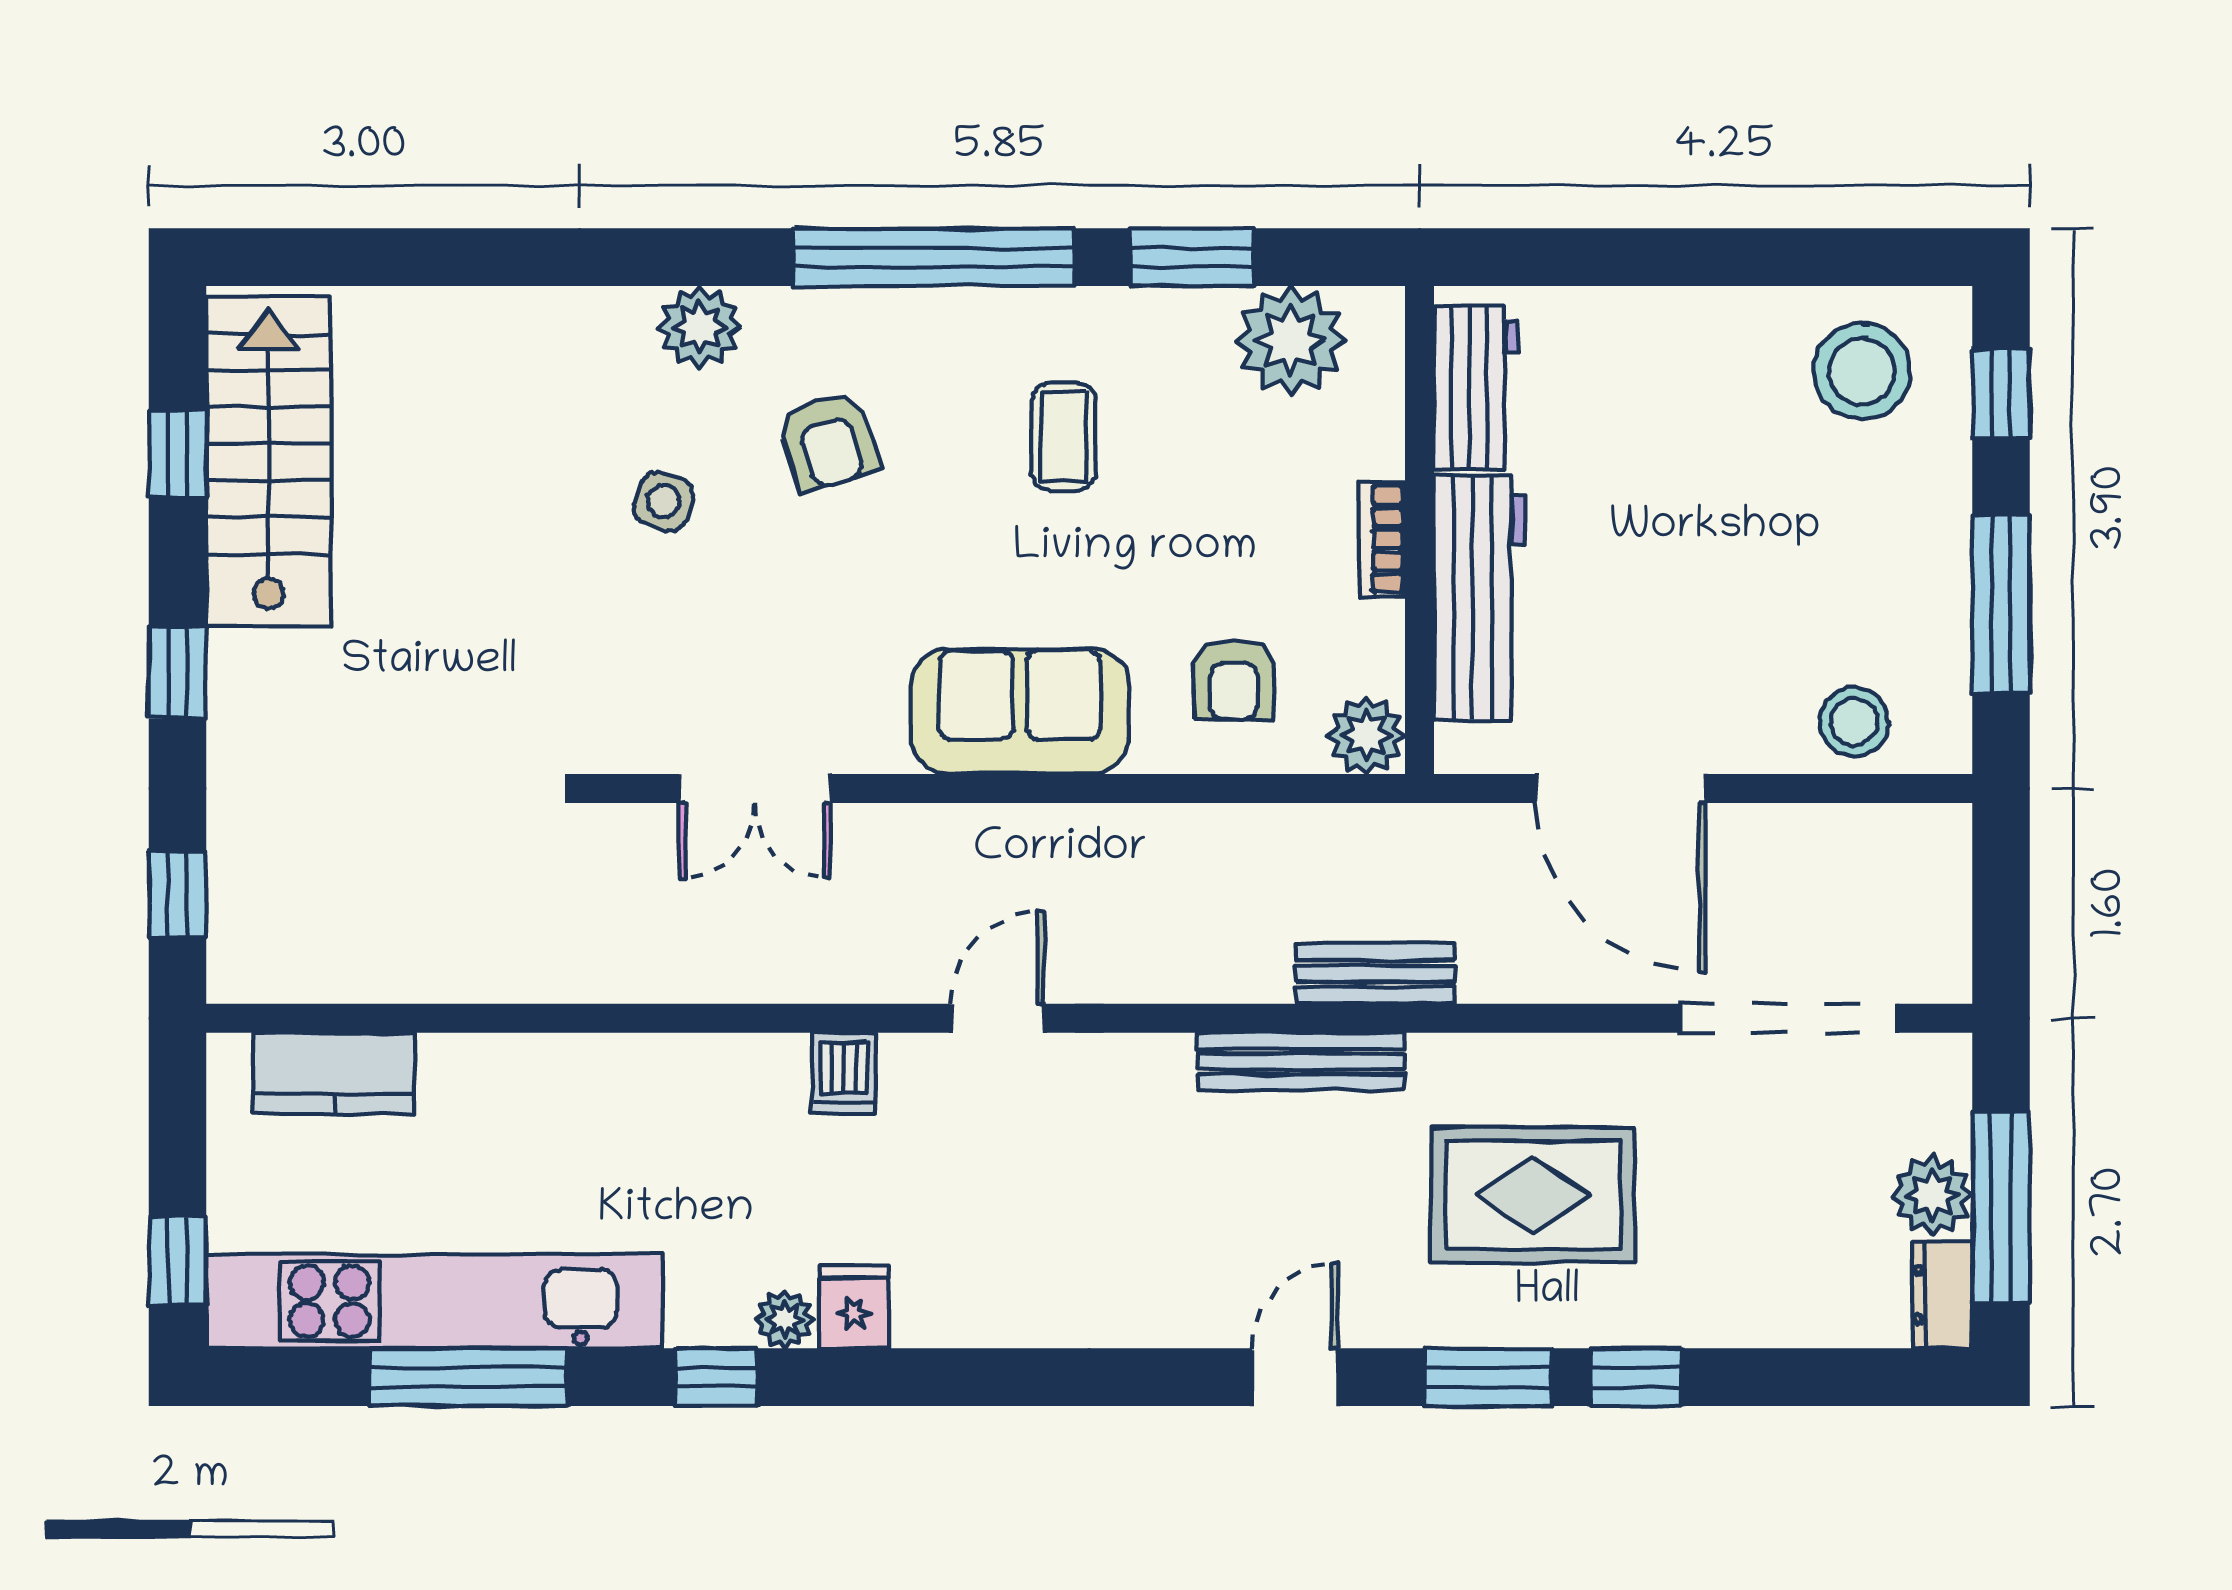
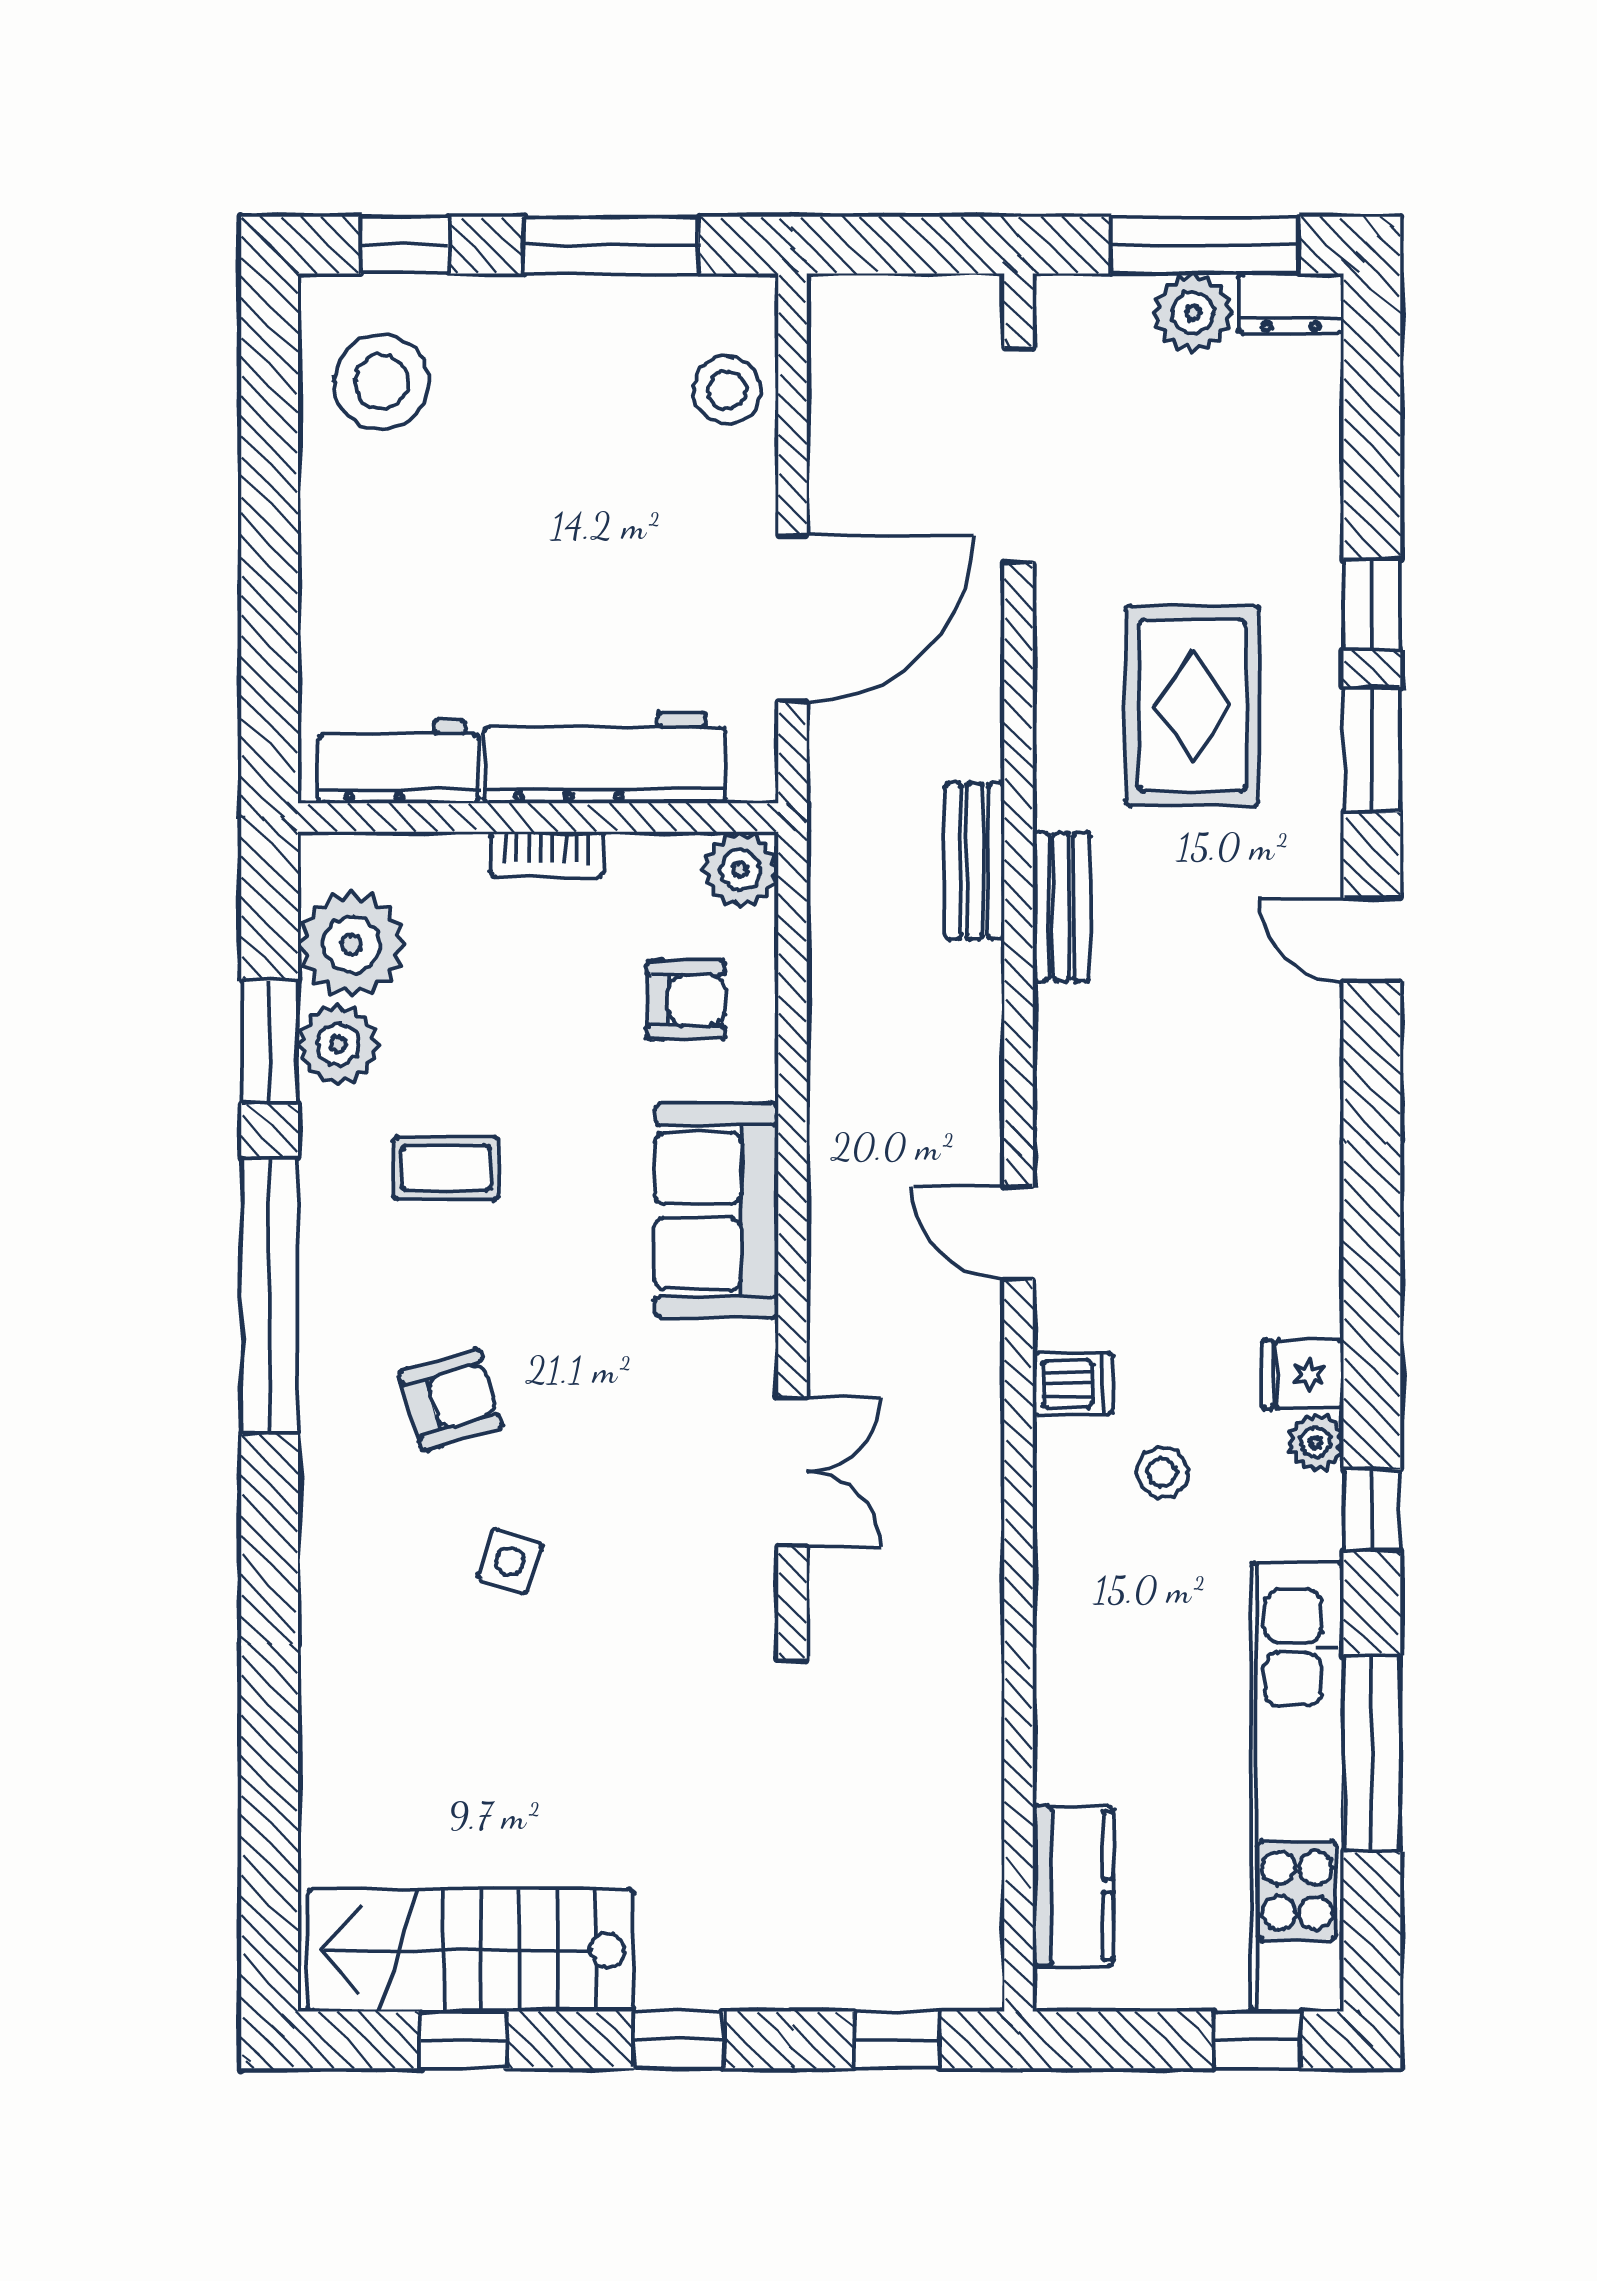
plant: (700, 327) -> (338, 1044), moved
bench: (1301, 1062) -> (1061, 907), width x0.73
stool: (754, 1164) -> (1162, 1472), added

